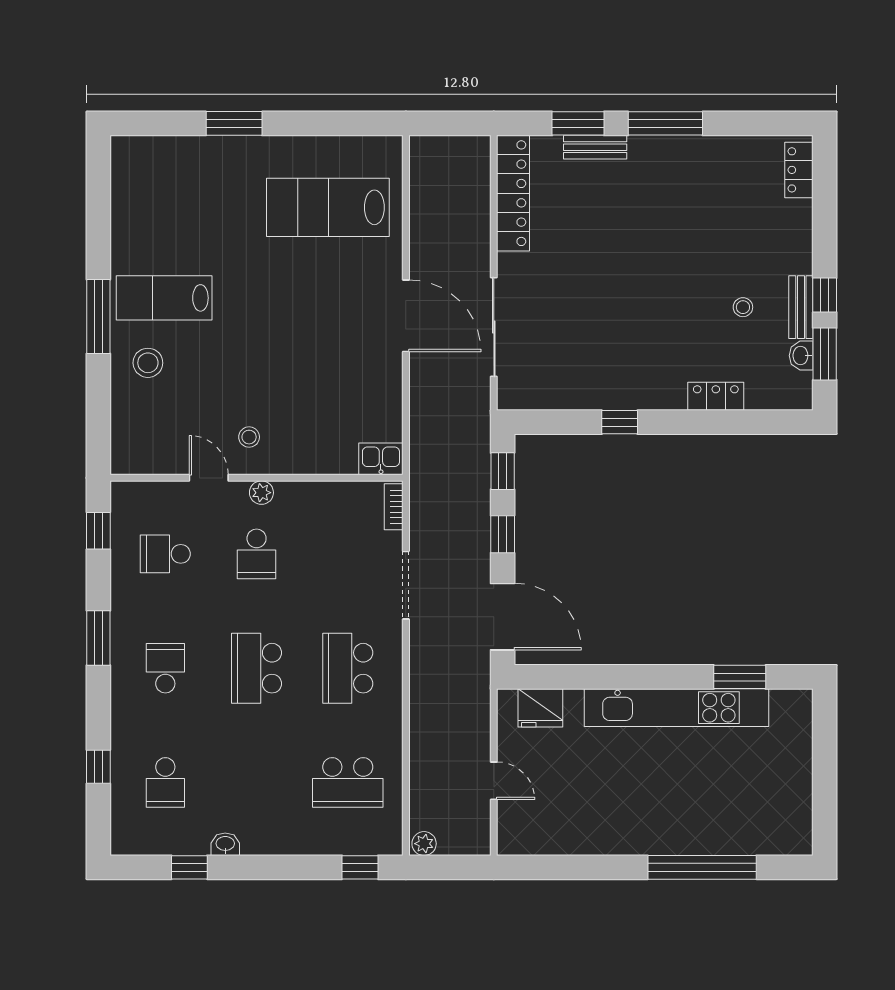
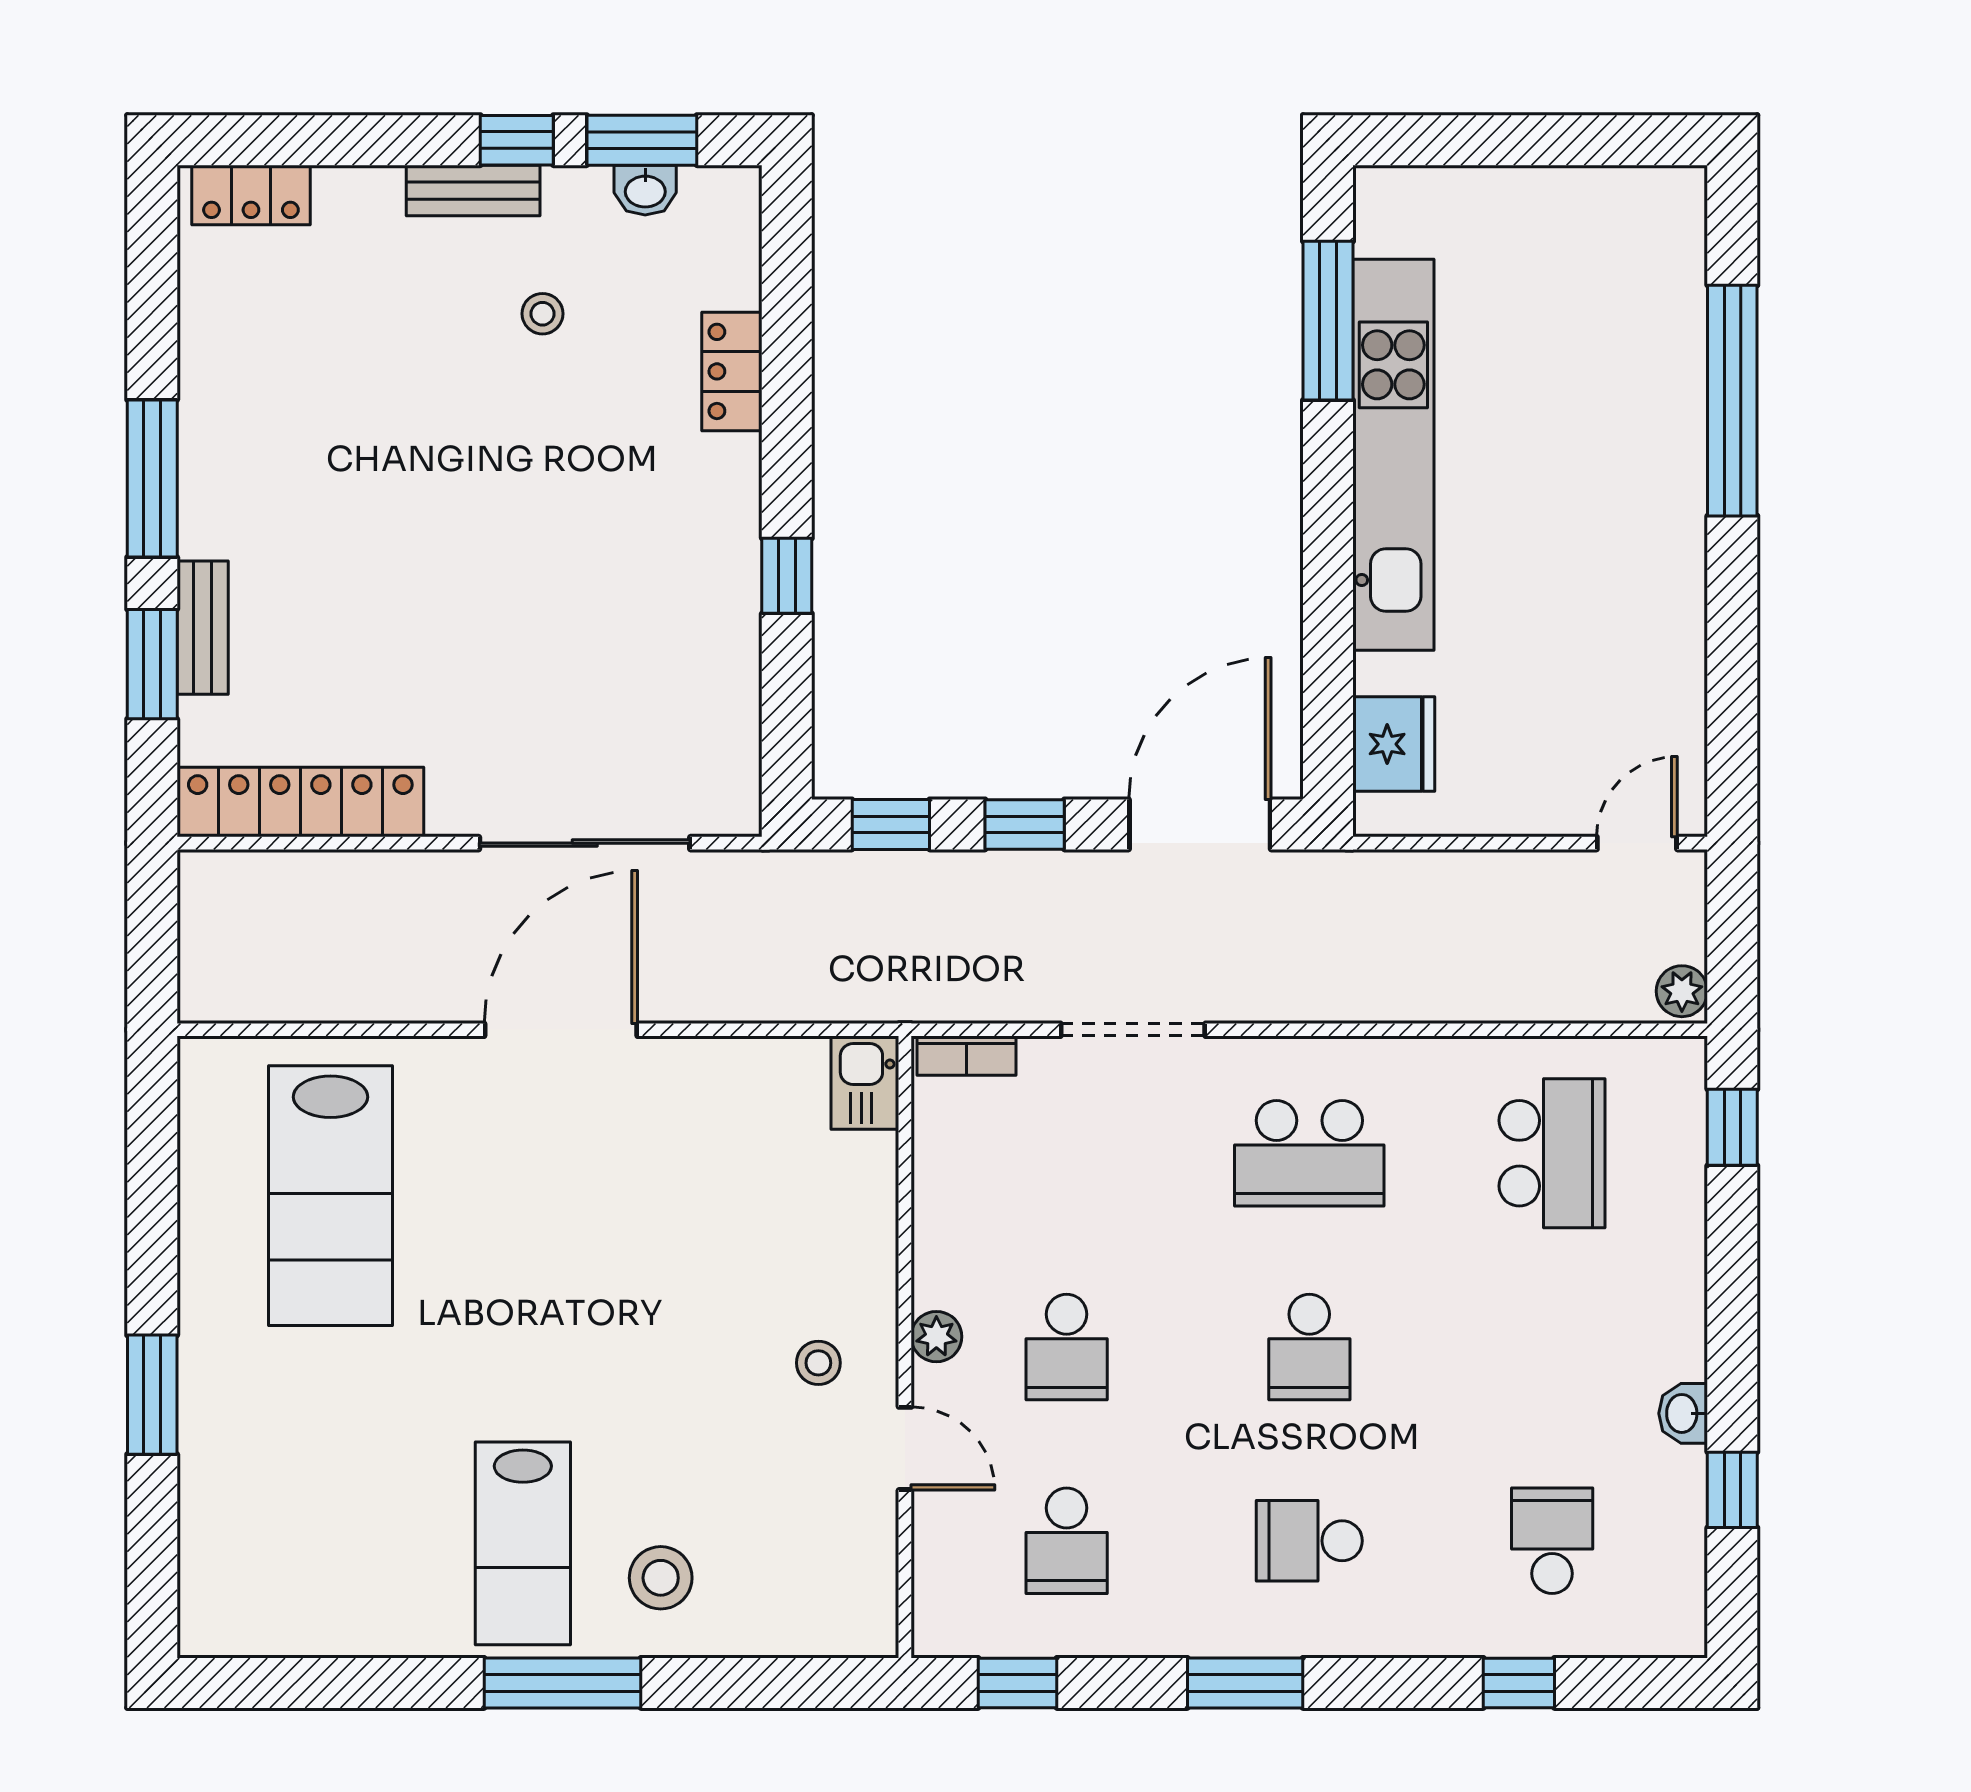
bench: (801, 307) -> (473, 191), moved
door: (209, 478) -> (905, 1448), swing flipped
school desk: (257, 554) -> (1067, 1347), turned 90
school desk: (257, 668) -> (1309, 1347), width x0.54
window: (740, 677) -> (1328, 321), width x1.44
door: (494, 781) -> (1637, 843), moved
school desk: (165, 782) -> (1552, 1541), turned -90

